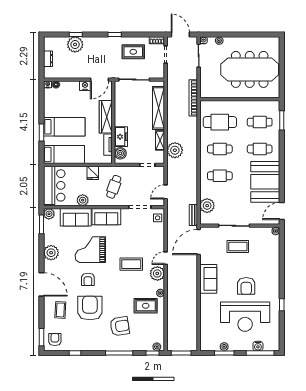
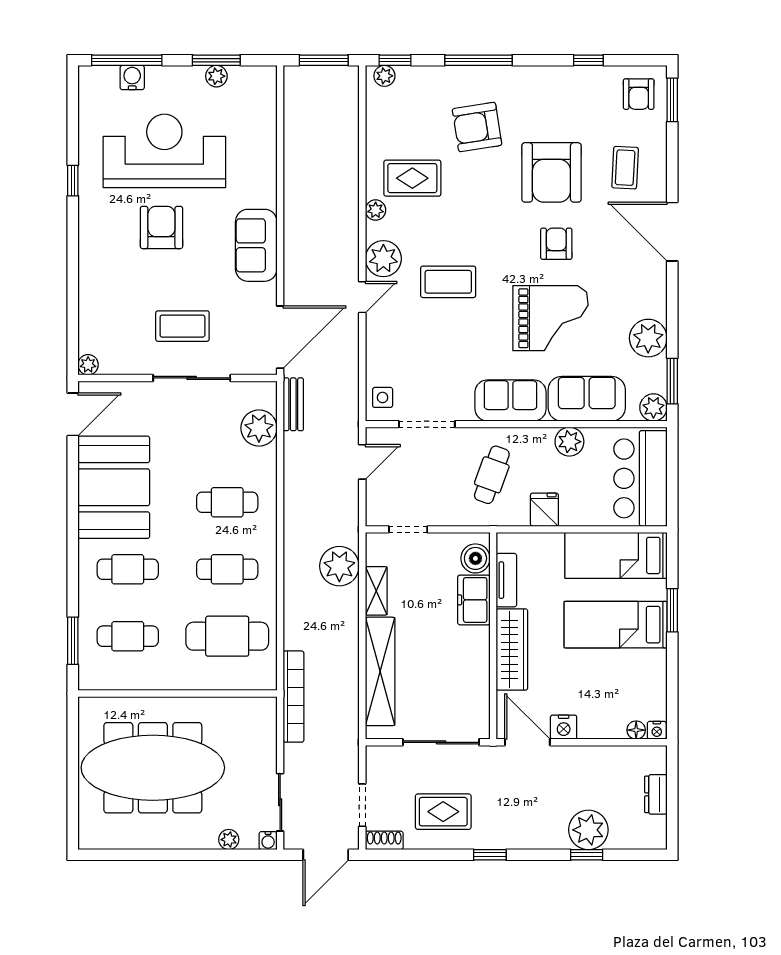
door: (180, 35) -> (326, 855), hinge flipped
door: (100, 80) -> (527, 742), hinge flipped
plant: (51, 253) -> (648, 338), moved

